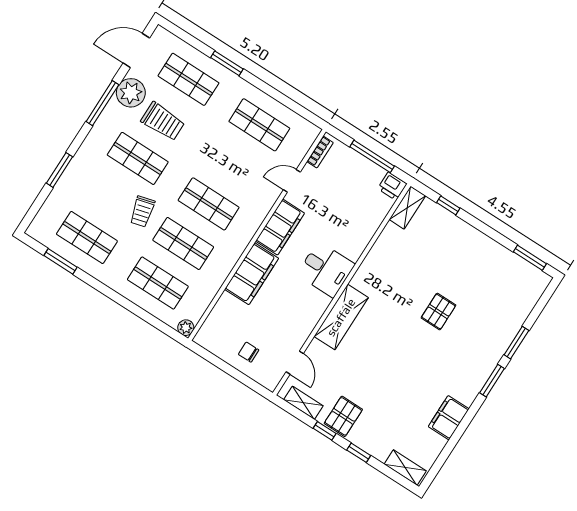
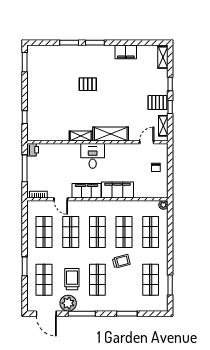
shop shelf: (234, 164) -> (71, 232), added
shelving: (407, 208) -> (81, 136), moved
pallet: (438, 312) -> (88, 84), moved

